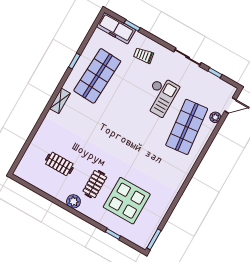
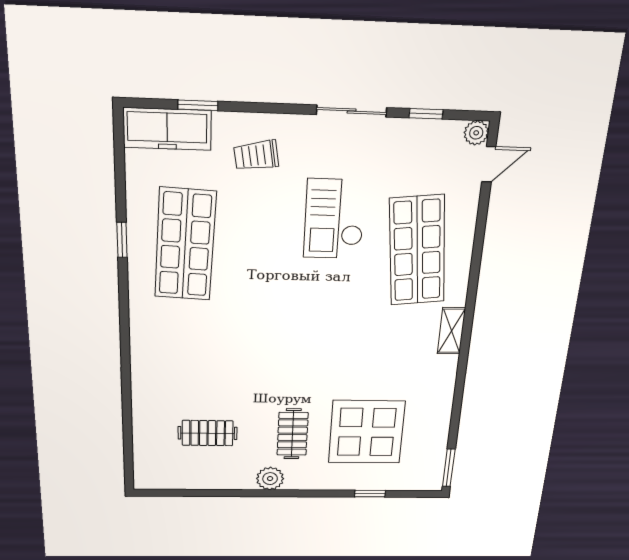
checkout: (160, 96) -> (334, 219), turned 180
shelving: (60, 101) -> (451, 331), moved
plant: (215, 117) -> (476, 133), moved

